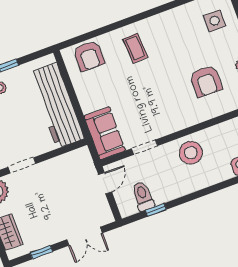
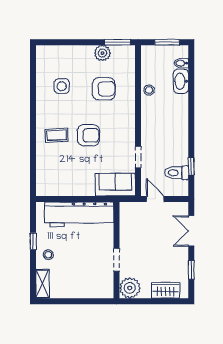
side table: (215, 21) -> (62, 86), moved
armchair: (89, 56) -> (88, 135), moved
stool: (191, 153) -> (149, 90), moved, width x0.53, depth x0.53
double door: (85, 236) -> (191, 231), swing flipped

